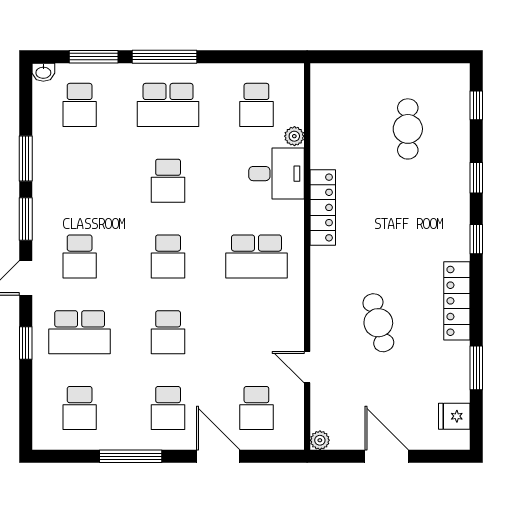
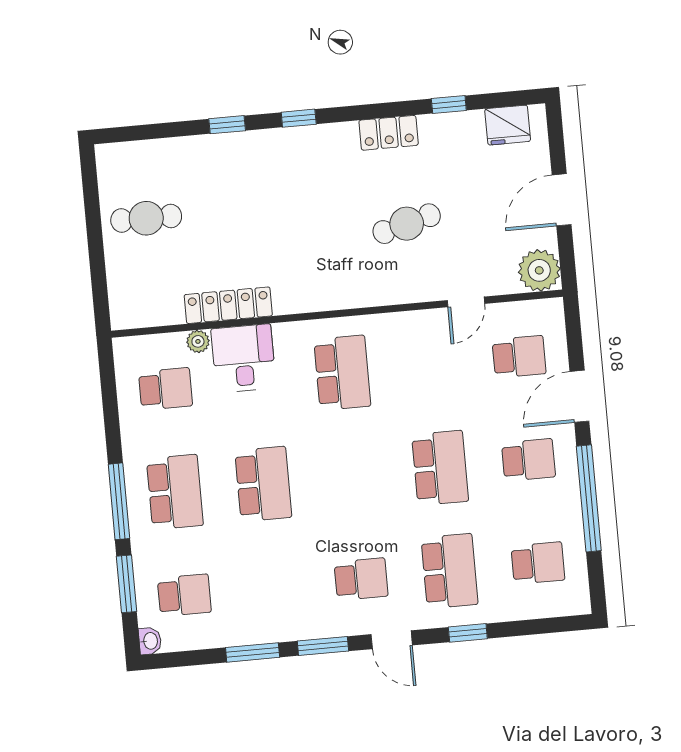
window: (476, 105) -> (143, 132), removed
cafe table: (408, 129) -> (146, 218), moved
school desk: (168, 181) -> (263, 484), width x1.85
locker: (323, 207) -> (228, 305), moved
school desk: (168, 256) -> (352, 476), removed
locker: (457, 301) -> (389, 133), width x0.66
school desk: (168, 332) -> (440, 468), width x1.85
window: (476, 368) -> (449, 105), width x0.67
fridge: (454, 416) -> (508, 125), width x1.38
plant: (320, 440) -> (539, 270), width x1.88, depth x1.88
window: (131, 456) -> (589, 498), width x1.46

